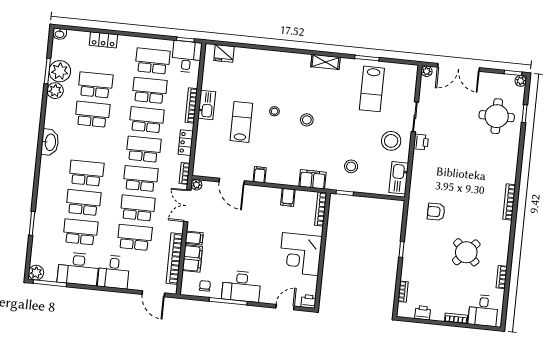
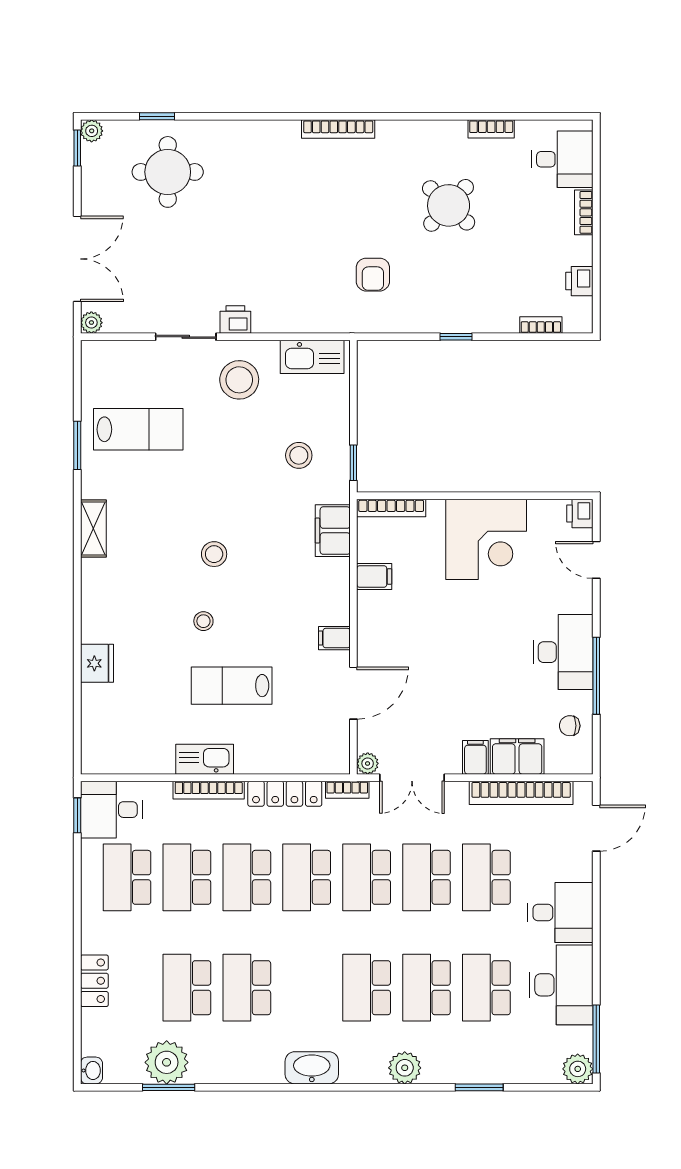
fridge: (224, 53) -> (97, 663), moved
plant: (55, 91) -> (405, 1068), moved
locker: (186, 143) -> (285, 794), width x1.53

